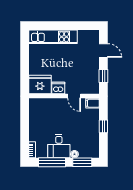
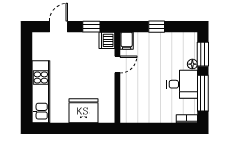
fridge: (40, 85) -> (83, 111), moved, turned 90
dishwasher: (58, 88) -> (107, 40), moved

